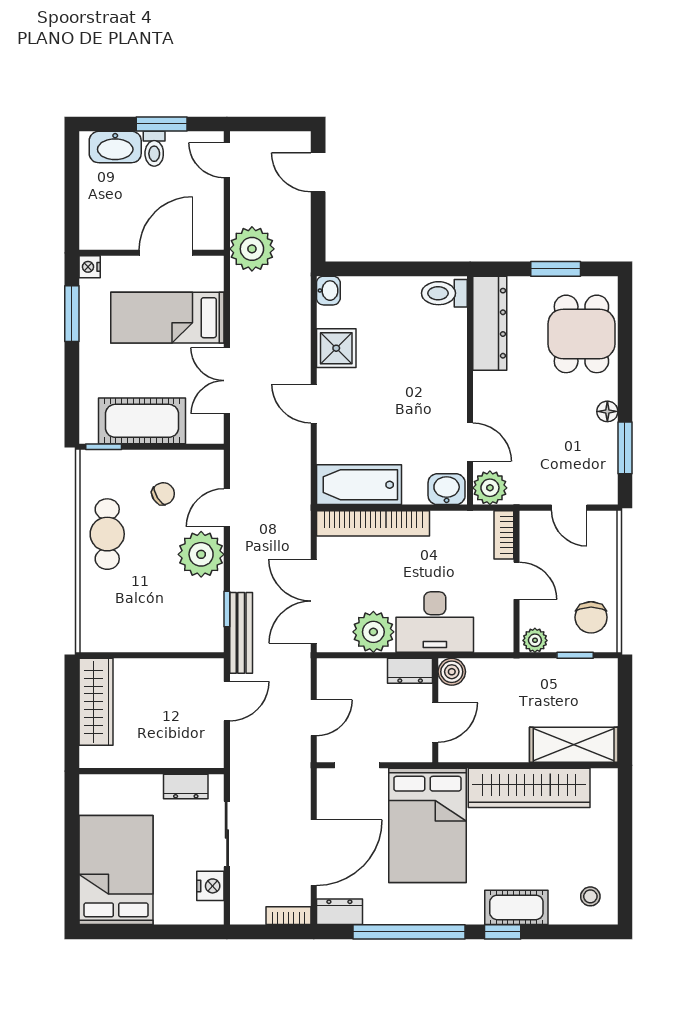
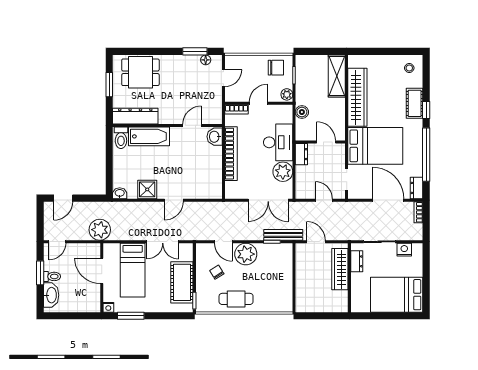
floor lamp: (607, 411) -> (206, 60), moved
bathtub: (359, 485) -> (149, 136), moved, turned -90
plant: (490, 488) -> (214, 116), removed
bookcase: (373, 523) -> (231, 154), moved
boiler: (452, 672) -> (302, 112), moved
wardrobe: (96, 702) -> (340, 269), moved, turned -90

